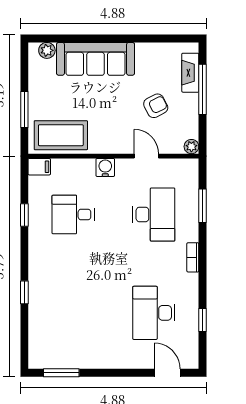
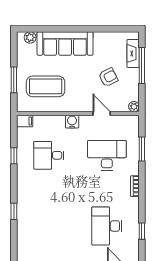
coffee table: (61, 135) -> (46, 86), moved
desk: (154, 214) -> (107, 155), turned -90

